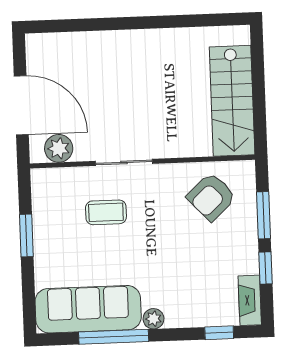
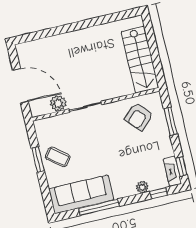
plant: (59, 148) -> (58, 103), moved
coffee table: (106, 212) -> (58, 157), moved, turned 38
window: (265, 268) -> (181, 167), moved
plant: (153, 319) -> (142, 187), moved

